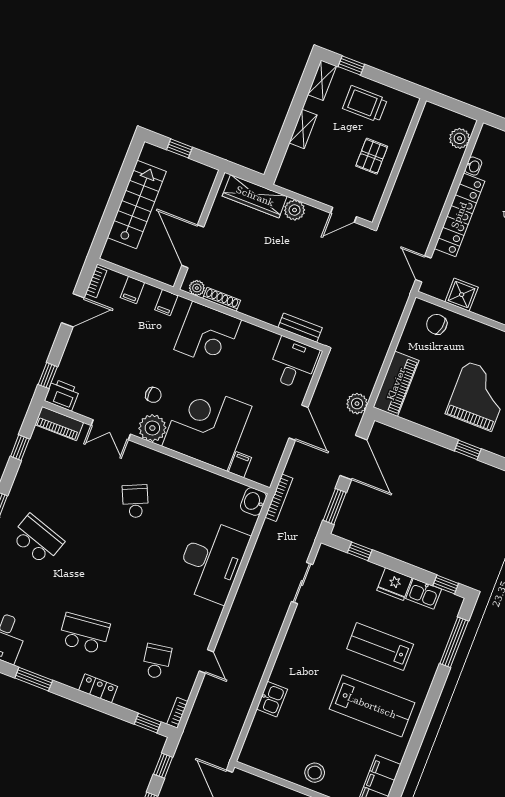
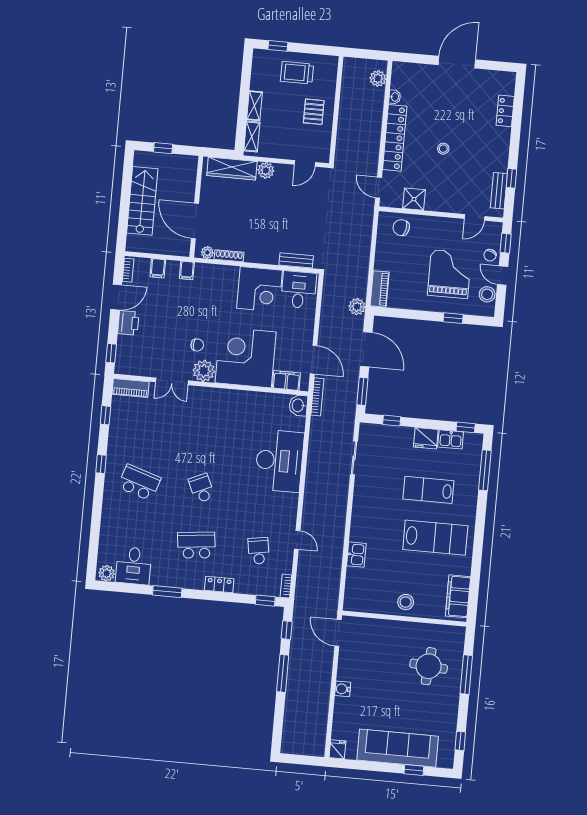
shelving: (322, 80) -> (252, 137), moved
corner desk: (208, 335) -> (259, 289), moved
piano: (396, 384) -> (380, 289), width x0.73, depth x0.75
printer: (62, 395) -> (128, 323), moved, turned 90
door: (298, 423) -> (314, 360), moved
filing cabinet: (240, 465) -> (286, 380), width x2.00
school desk: (135, 501) -> (201, 488), moved

